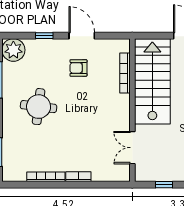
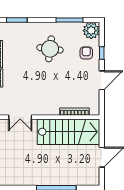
armchair: (78, 68) -> (86, 53), moved
double door: (132, 148) -> (20, 117), swing flipped

